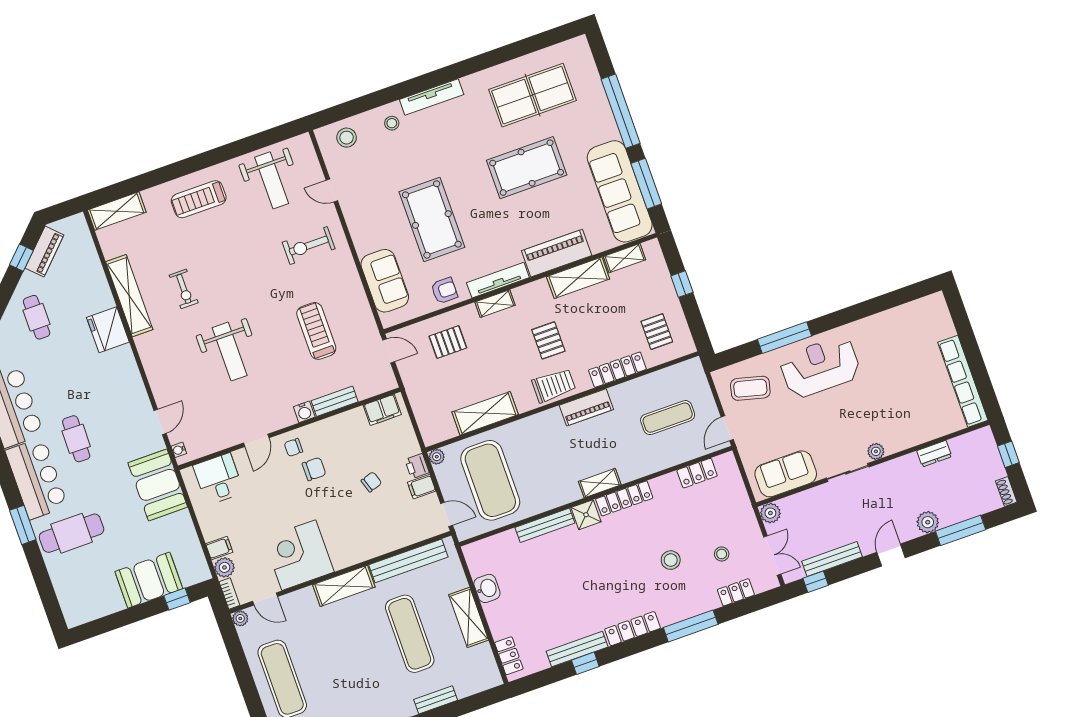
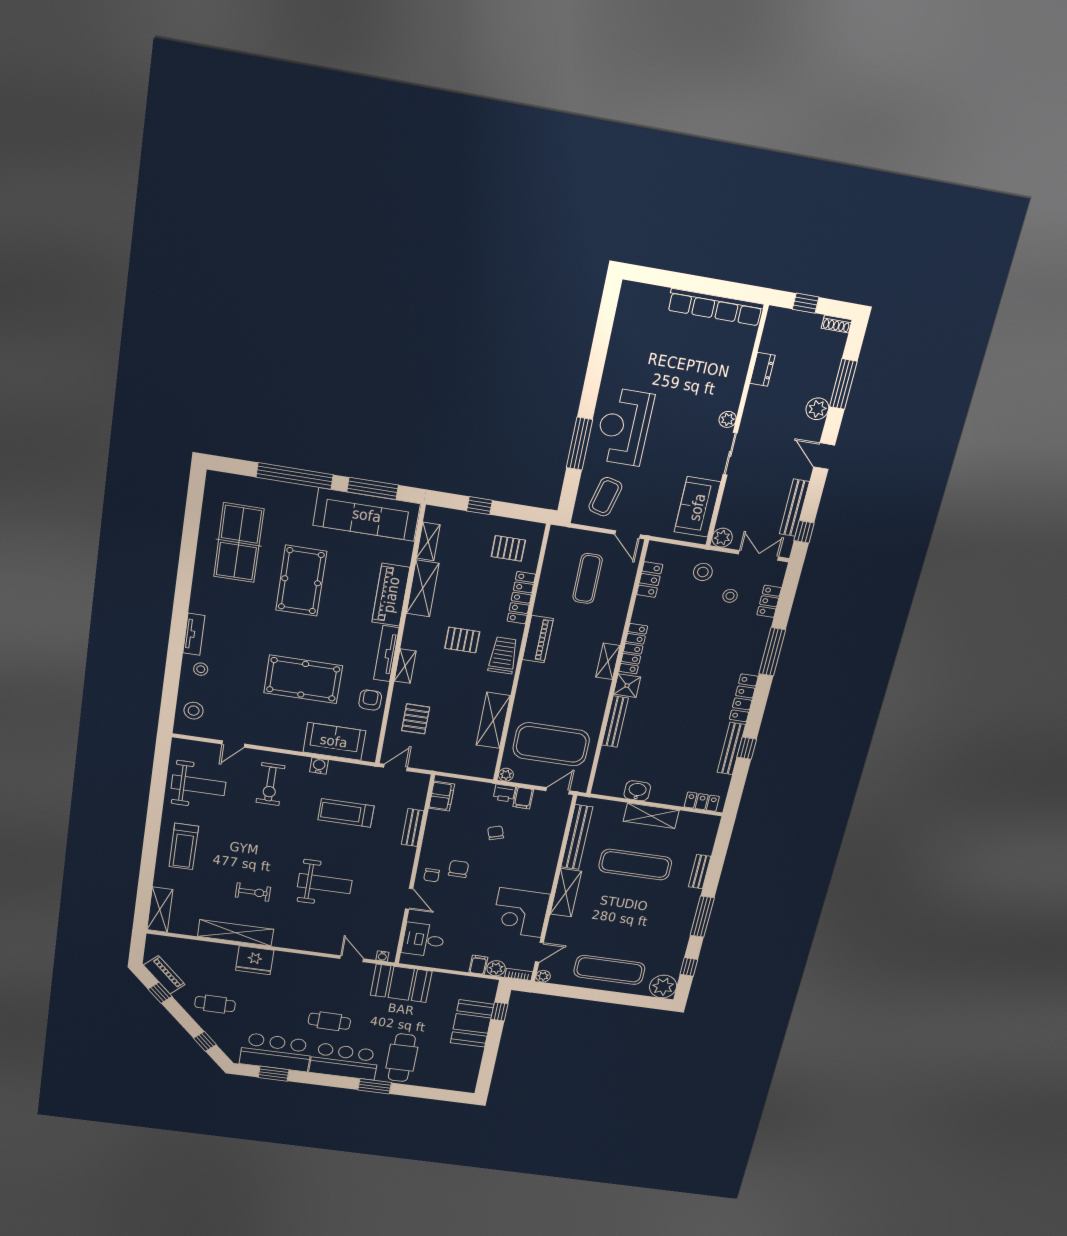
tv unit: (432, 97) -> (194, 634), width x0.71
water cooler: (304, 412) -> (319, 766), moved, turned -90
stool: (671, 560) -> (703, 572), moved

